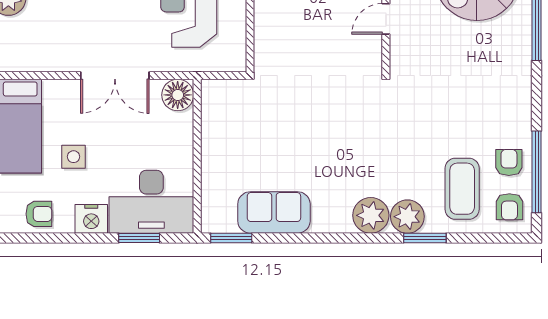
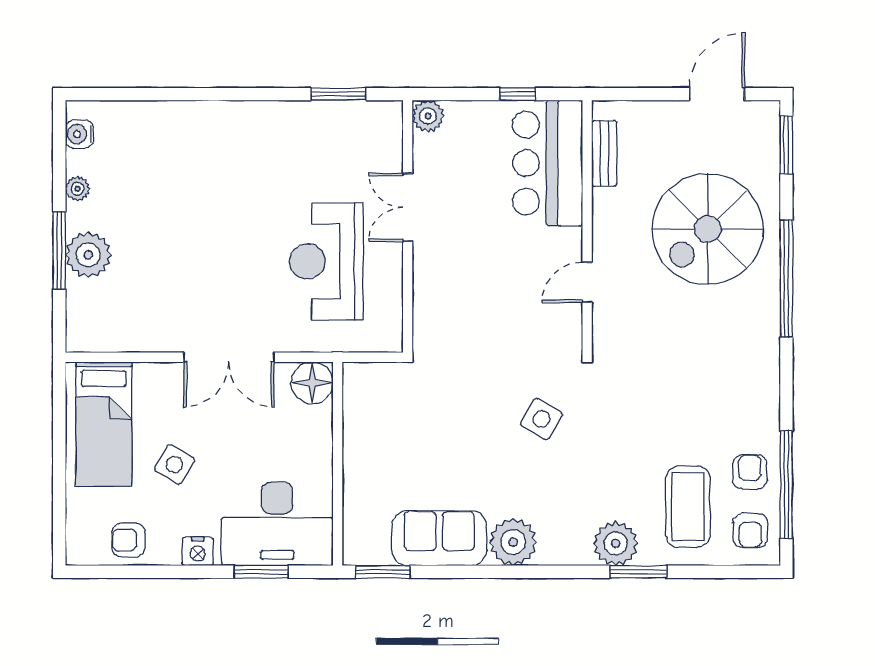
side table: (351, 122) -> (541, 419), added
side table: (74, 157) -> (174, 464), turned 30
armchair: (39, 214) -> (129, 540), turned 180
plant: (371, 215) -> (513, 542), moved
nightstand: (91, 219) -> (198, 551), width x0.74, depth x0.75

